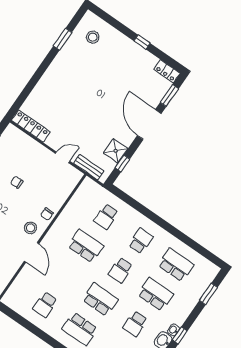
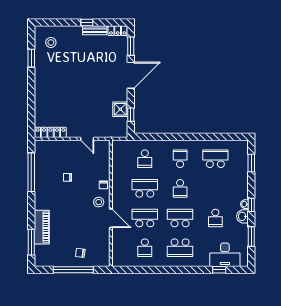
door: (149, 124) -> (131, 75), swing flipped
door: (63, 157) -> (87, 139), swing flipped
bench: (89, 167) -> (95, 30), moved
school desk: (155, 294) -> (145, 218), moved

